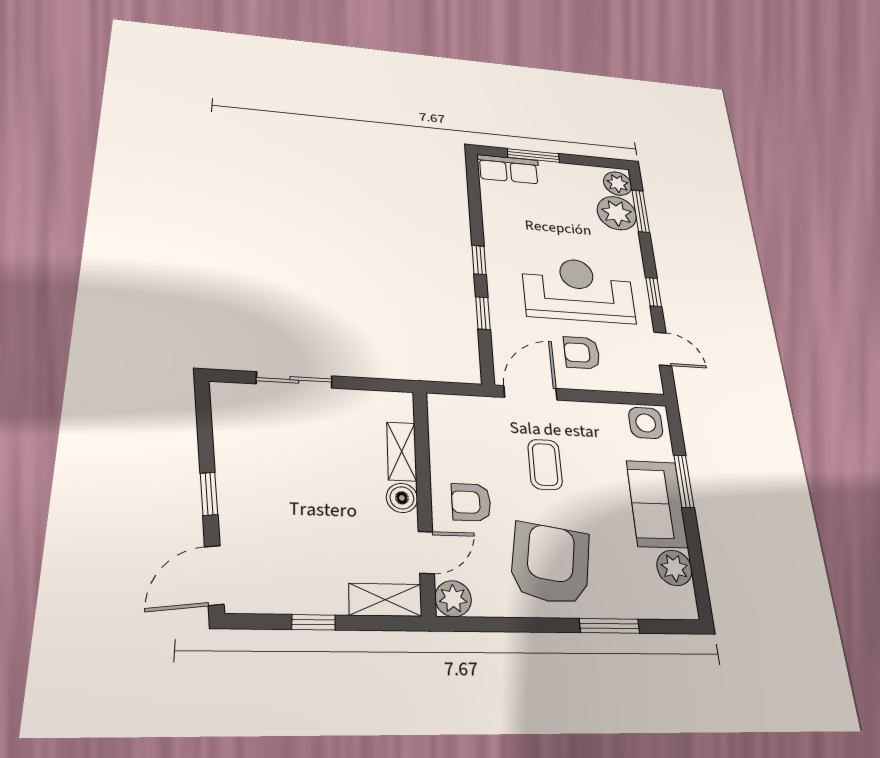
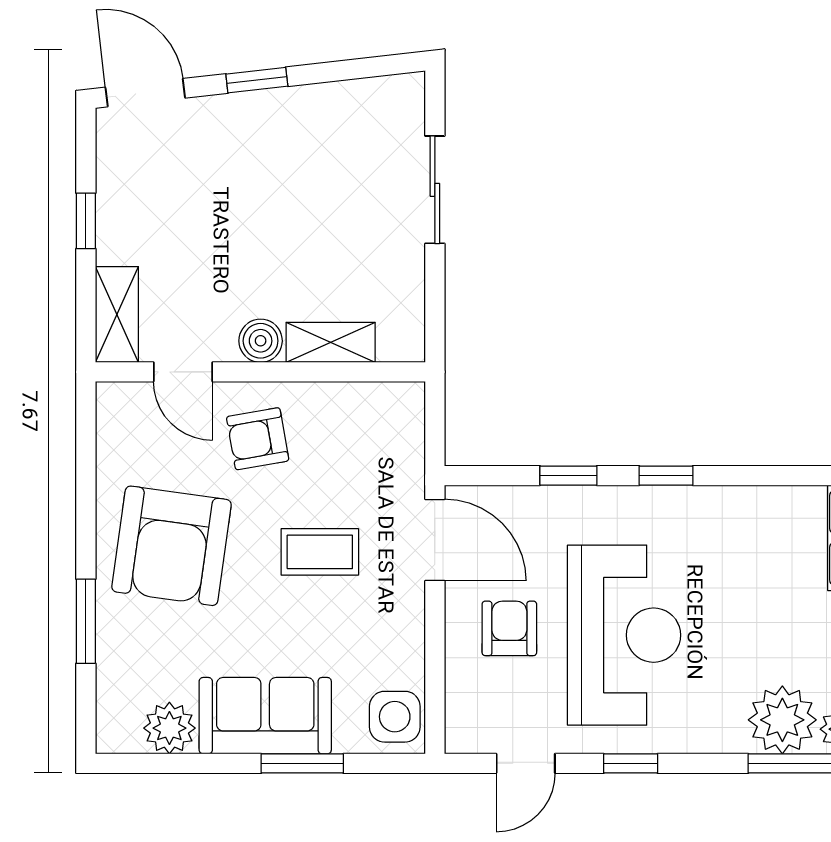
armchair: (471, 502) -> (258, 439), turned -100
armchair: (550, 564) -> (172, 546), turned 89
plant: (453, 599) -> (120, 406), removed

